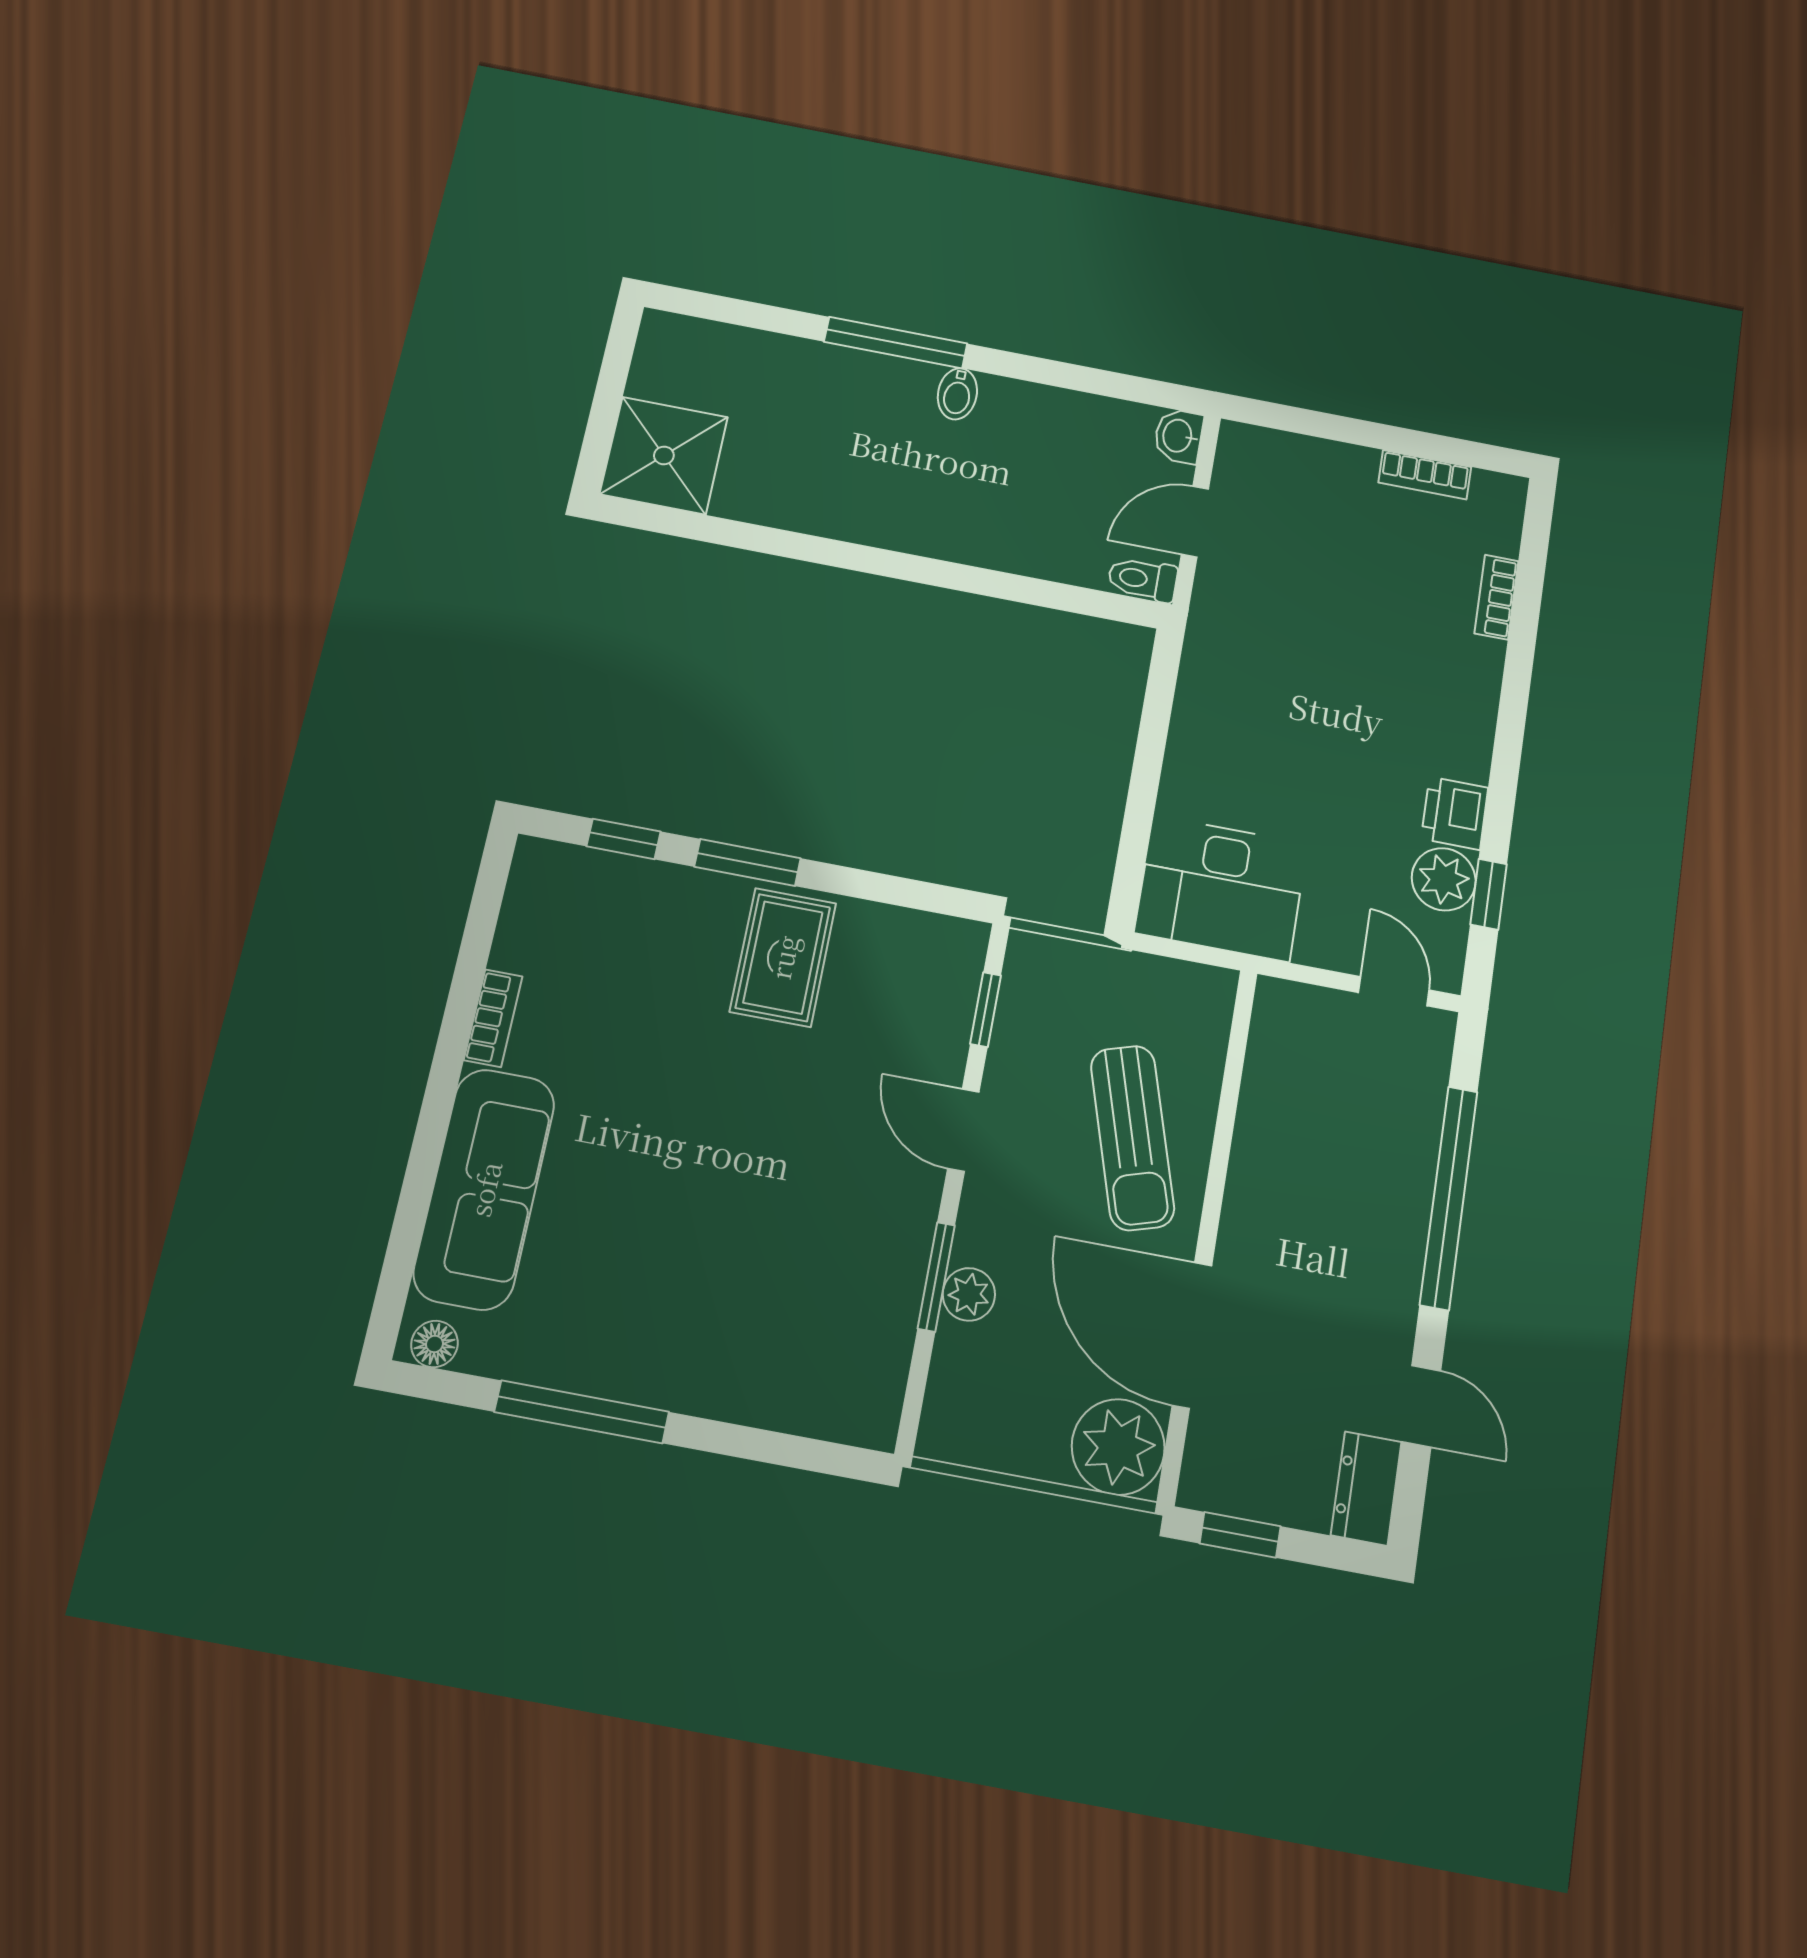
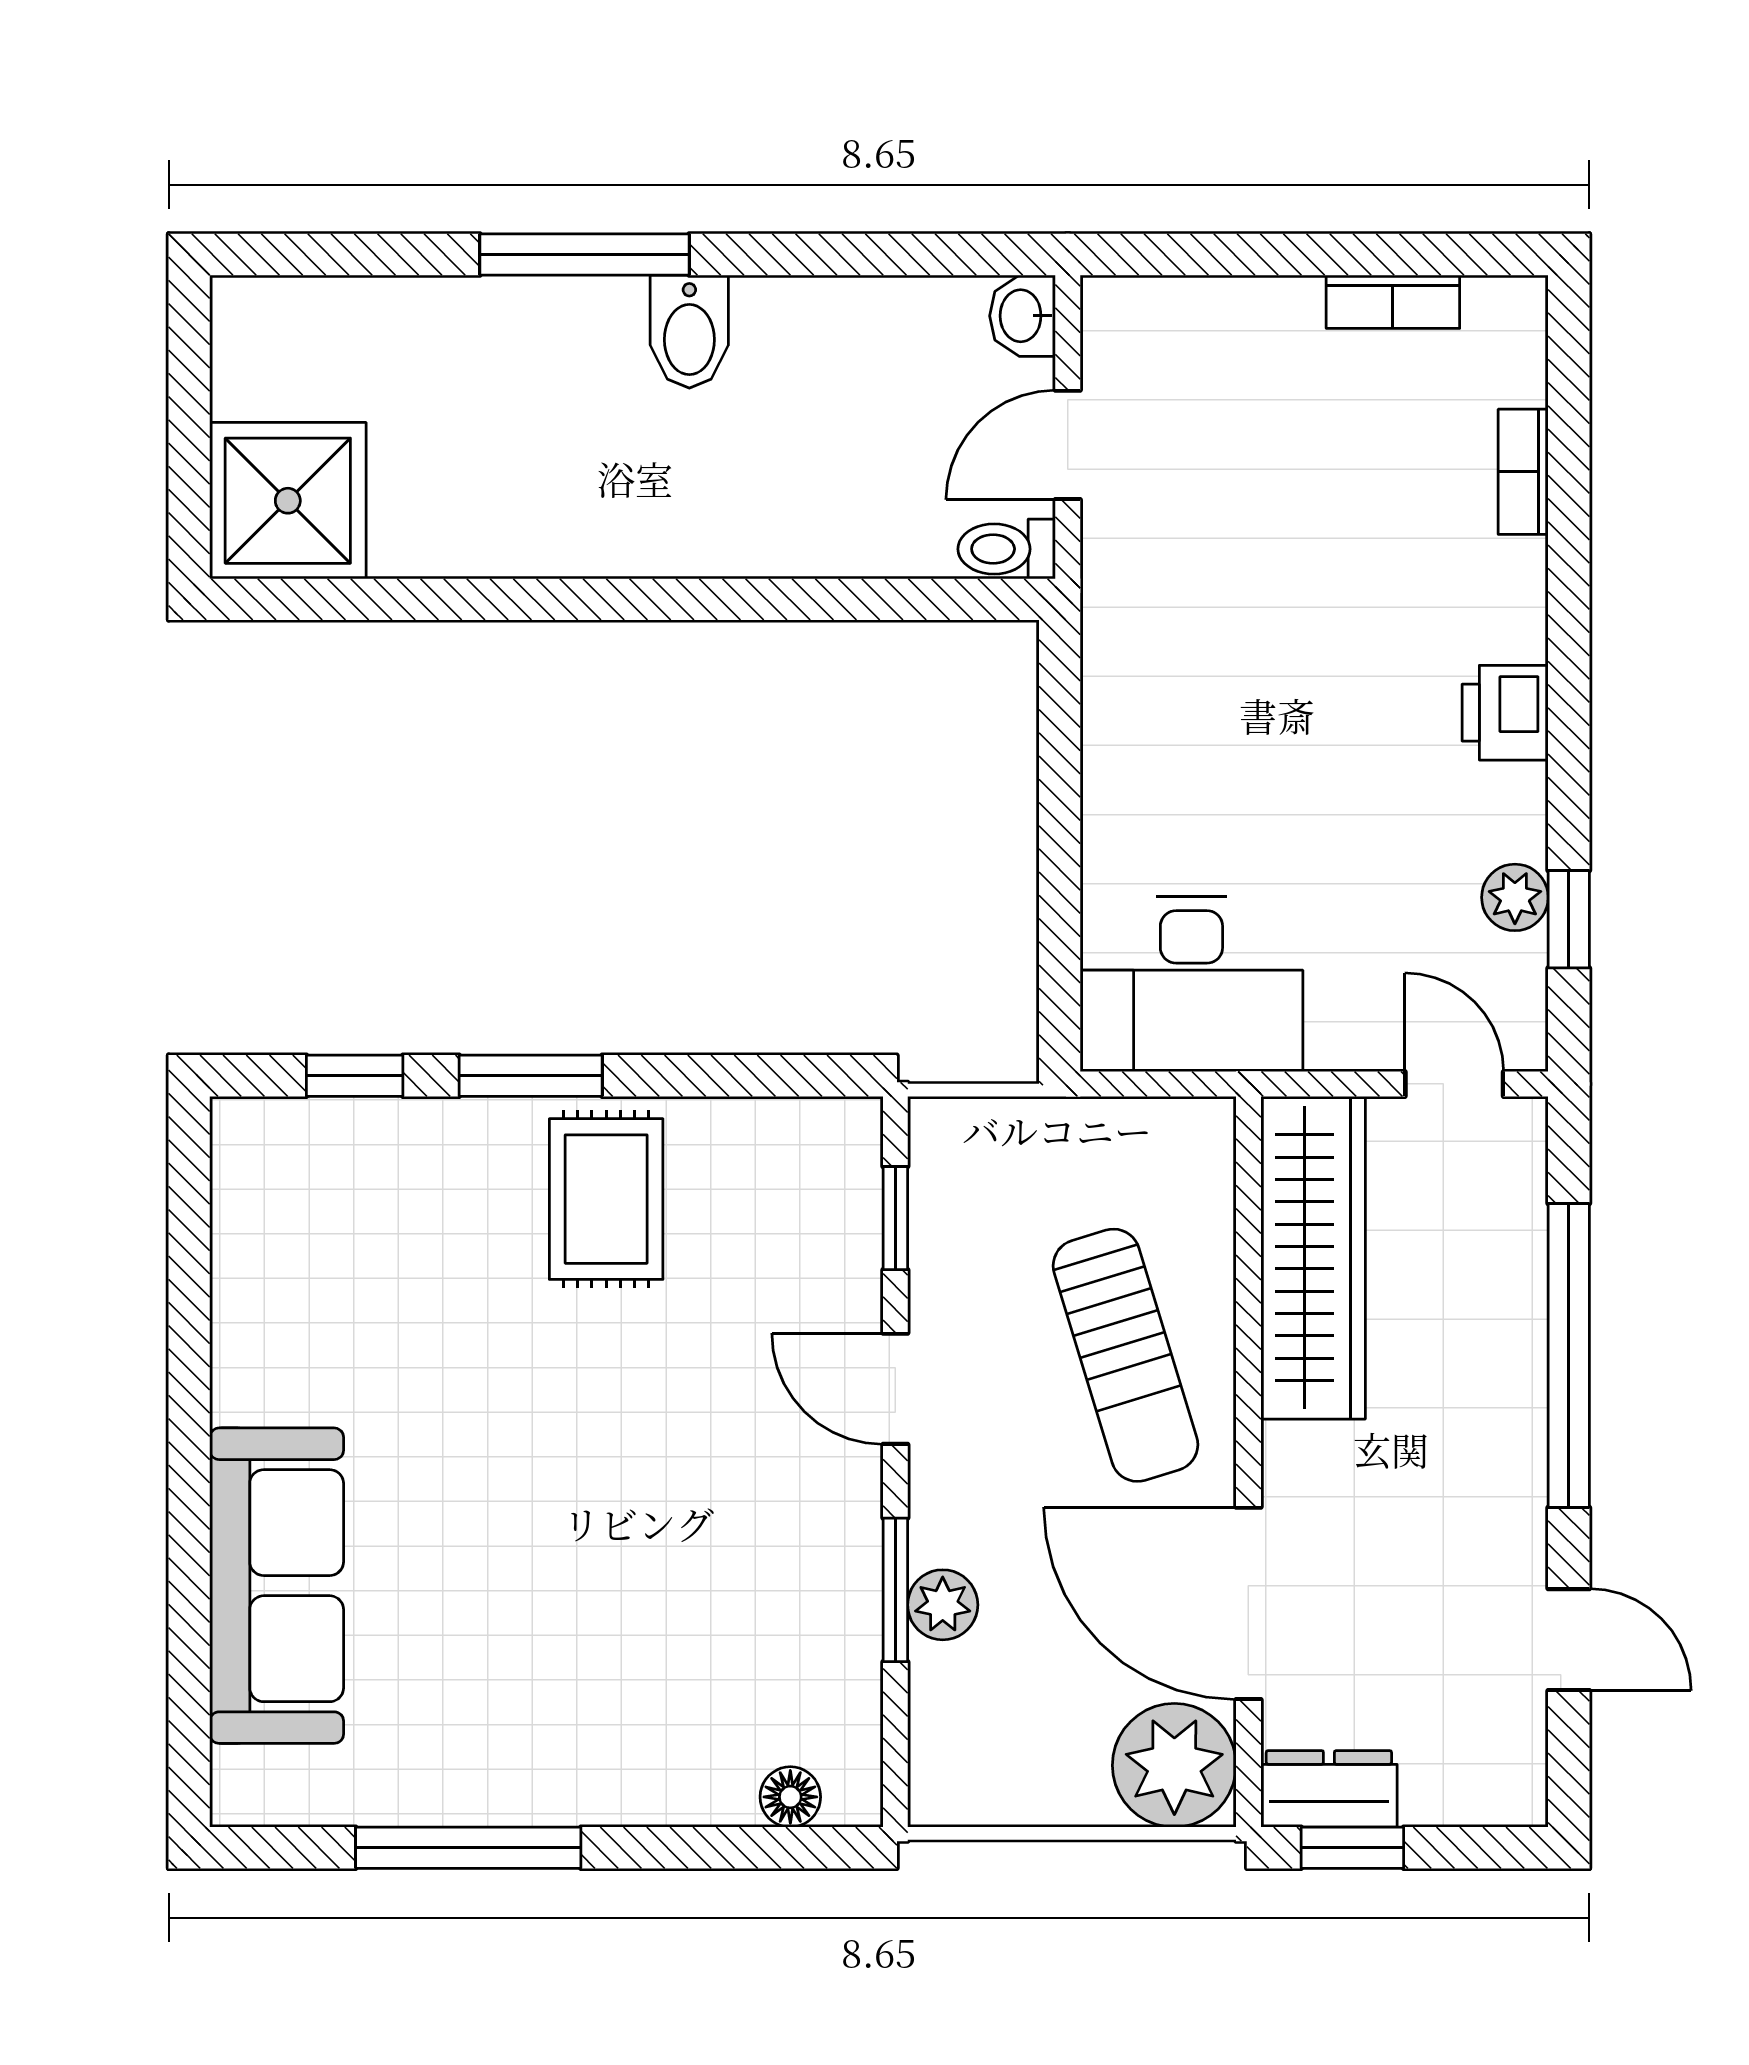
bidet: (957, 394) -> (689, 332), width x1.38, depth x1.36
printer: (1455, 813) -> (1505, 713), moved
plant: (1444, 879) -> (1515, 897), width x0.73, depth x0.73
bookcase: (493, 1018) -> (235, 1357), removed
wardrobe: (1277, 1093) -> (1313, 1258), added
floor lamp: (434, 1344) -> (790, 1797), moved
dresser: (1366, 1488) -> (1329, 1789), moved, turned 90

